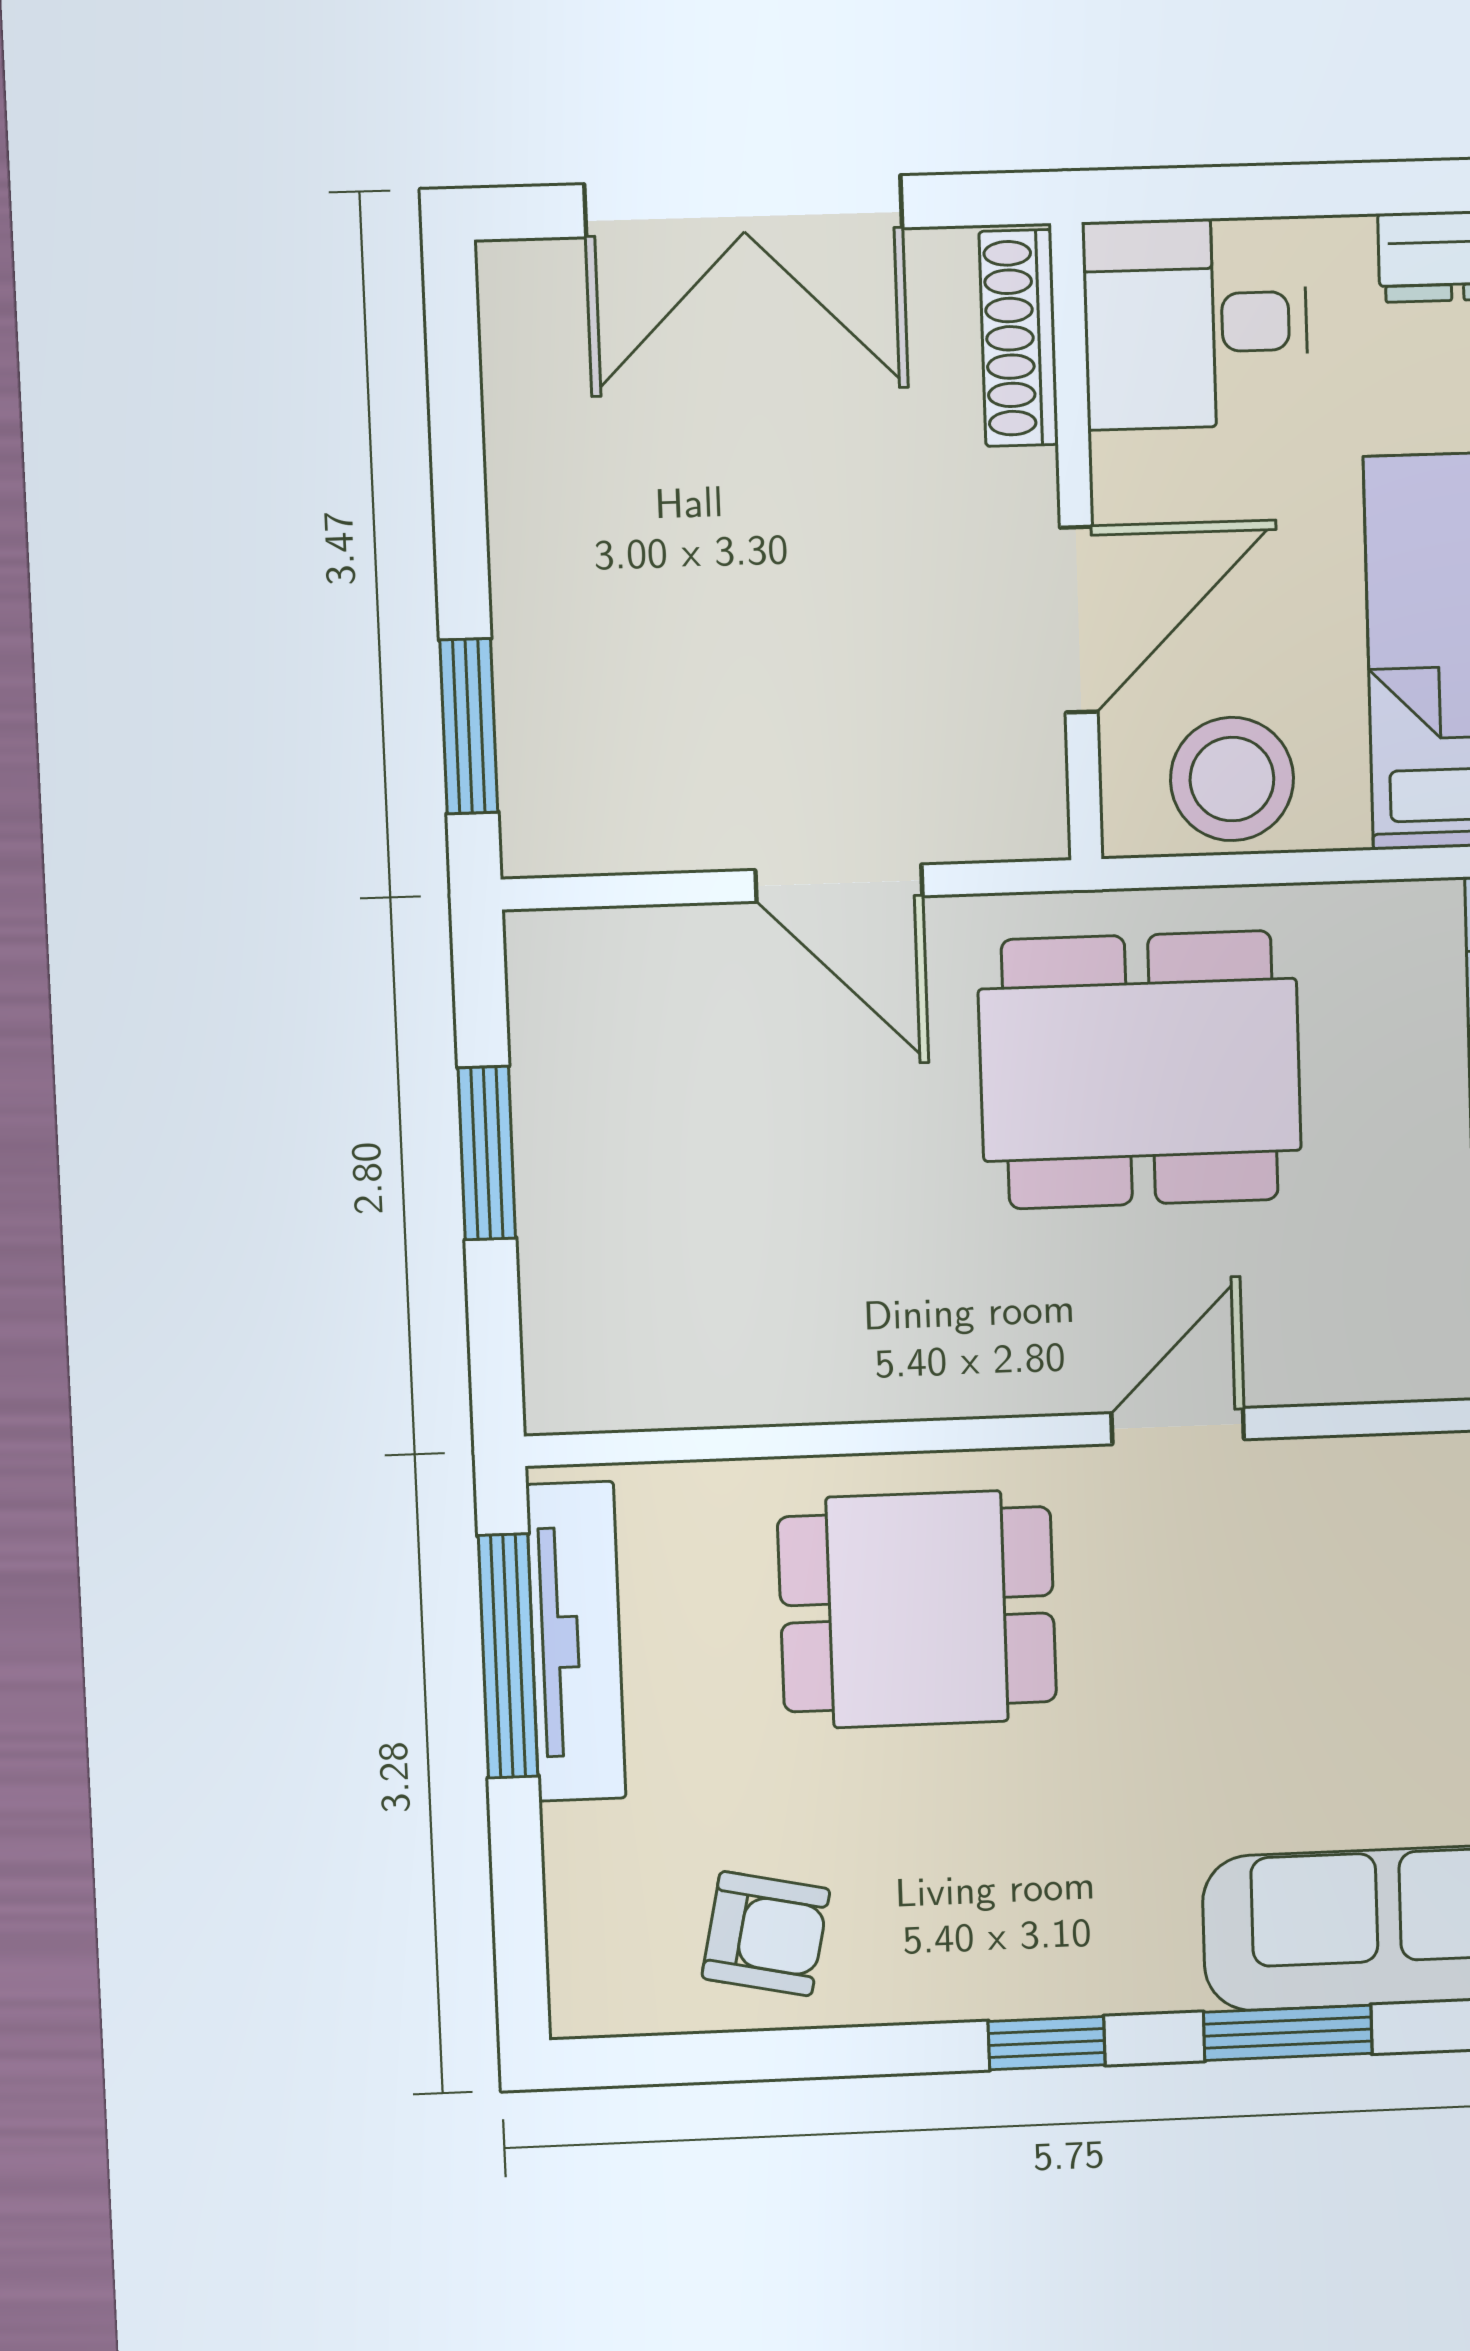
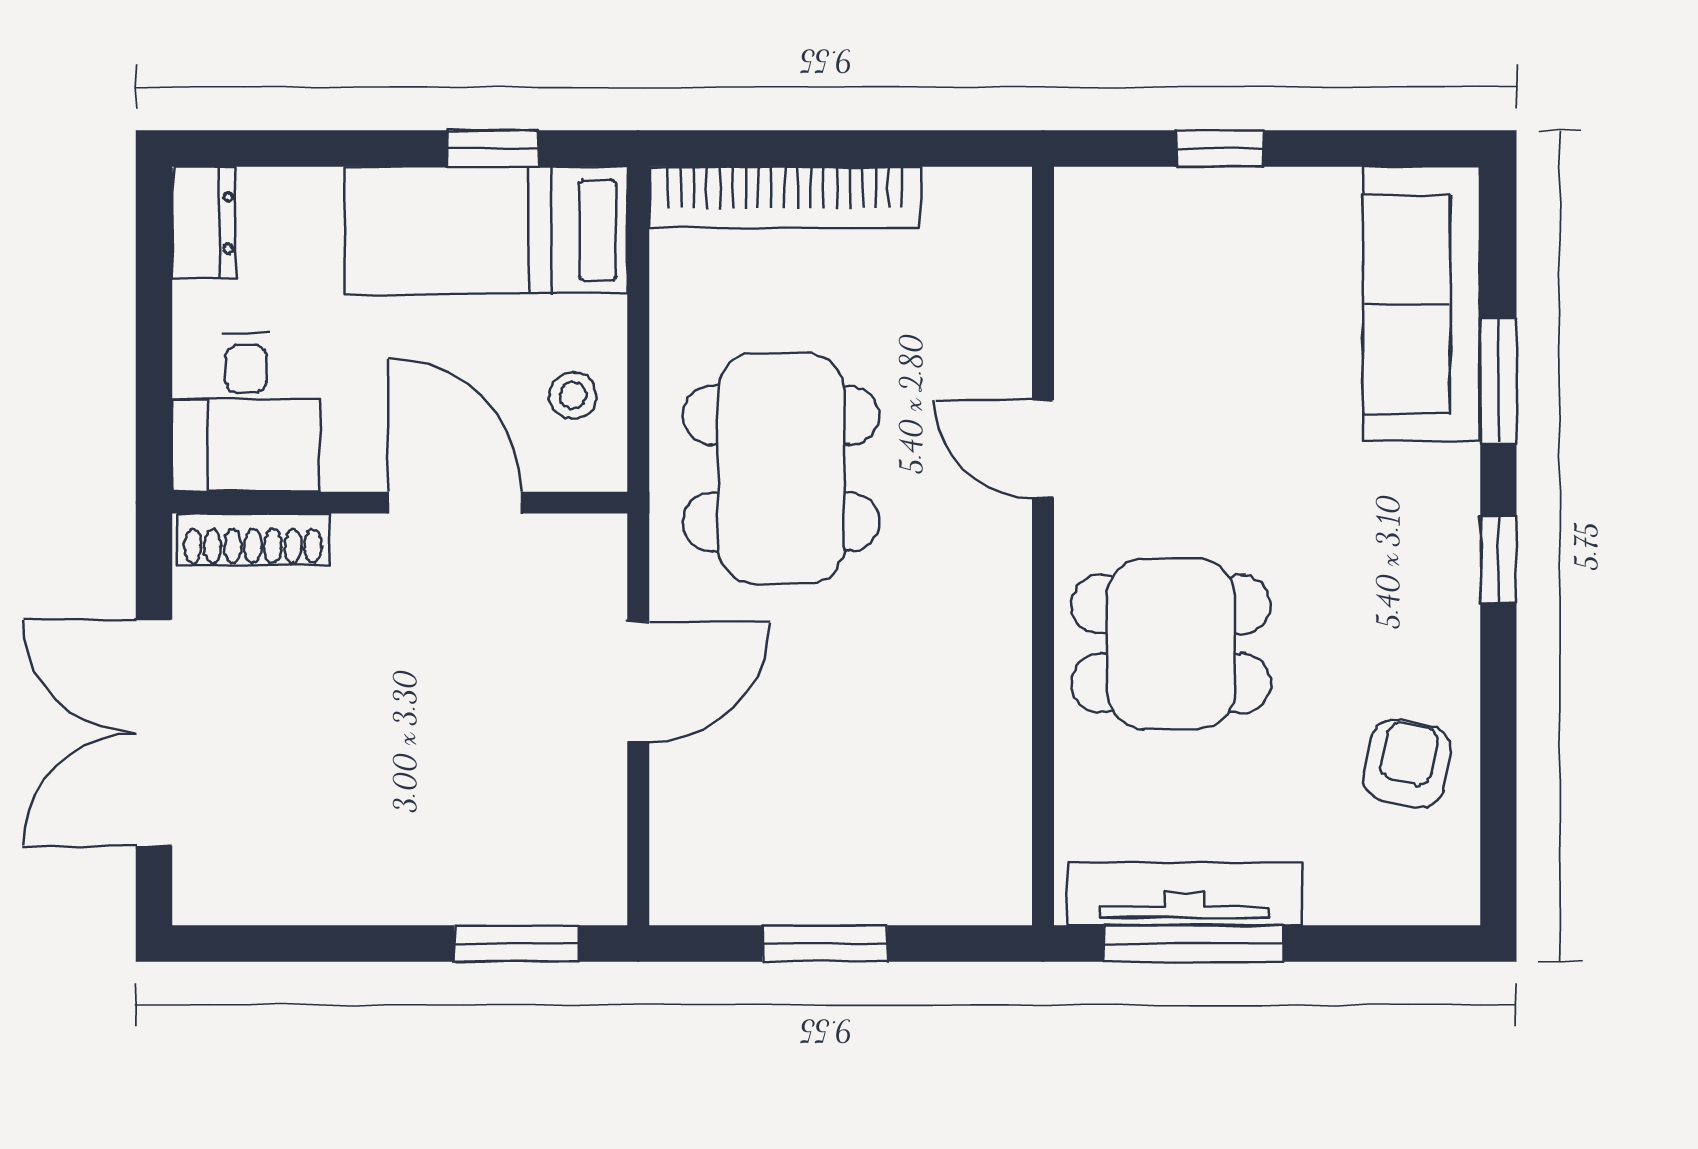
double door: (743, 206) -> (154, 733), swing flipped
stool: (1232, 779) -> (573, 395), width x0.53, depth x0.53
dining table: (917, 1609) -> (1171, 644), turned 90

